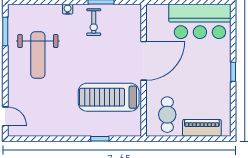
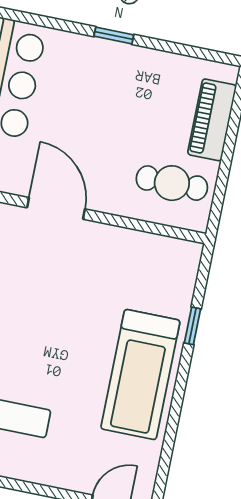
door: (144, 61) -> (56, 208), width x0.73
treadmill: (109, 97) -> (140, 375), moved

